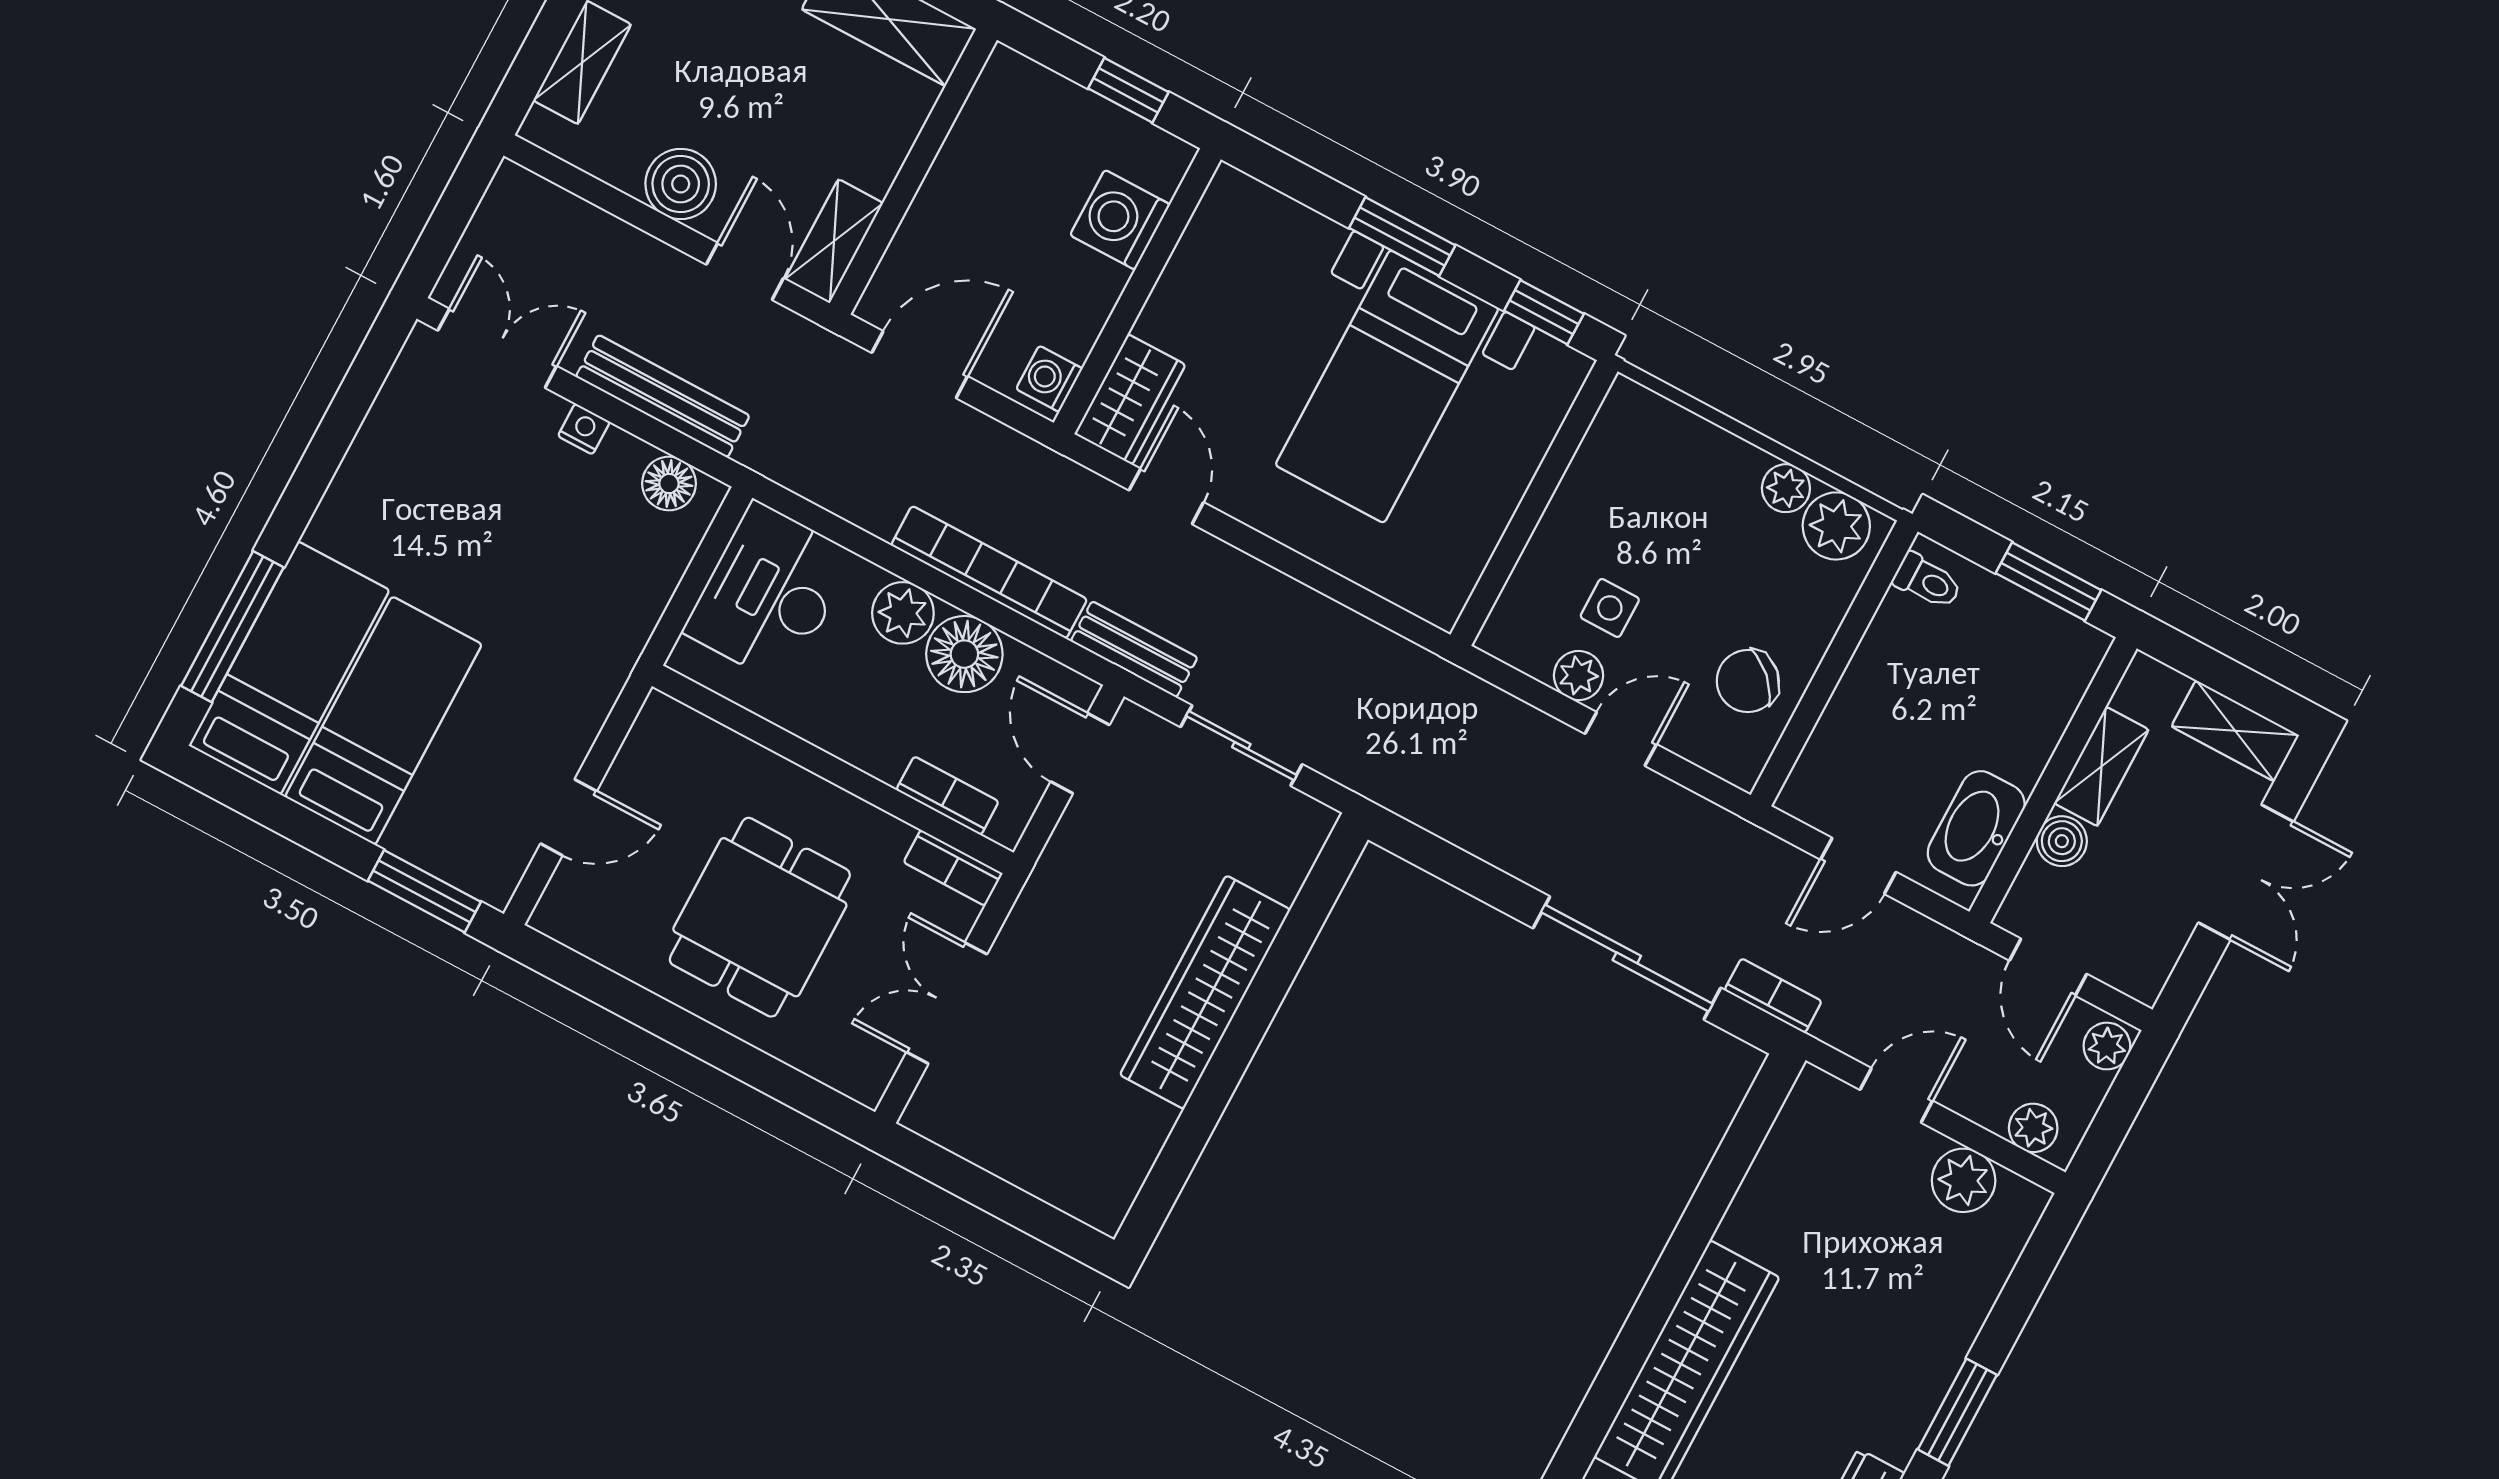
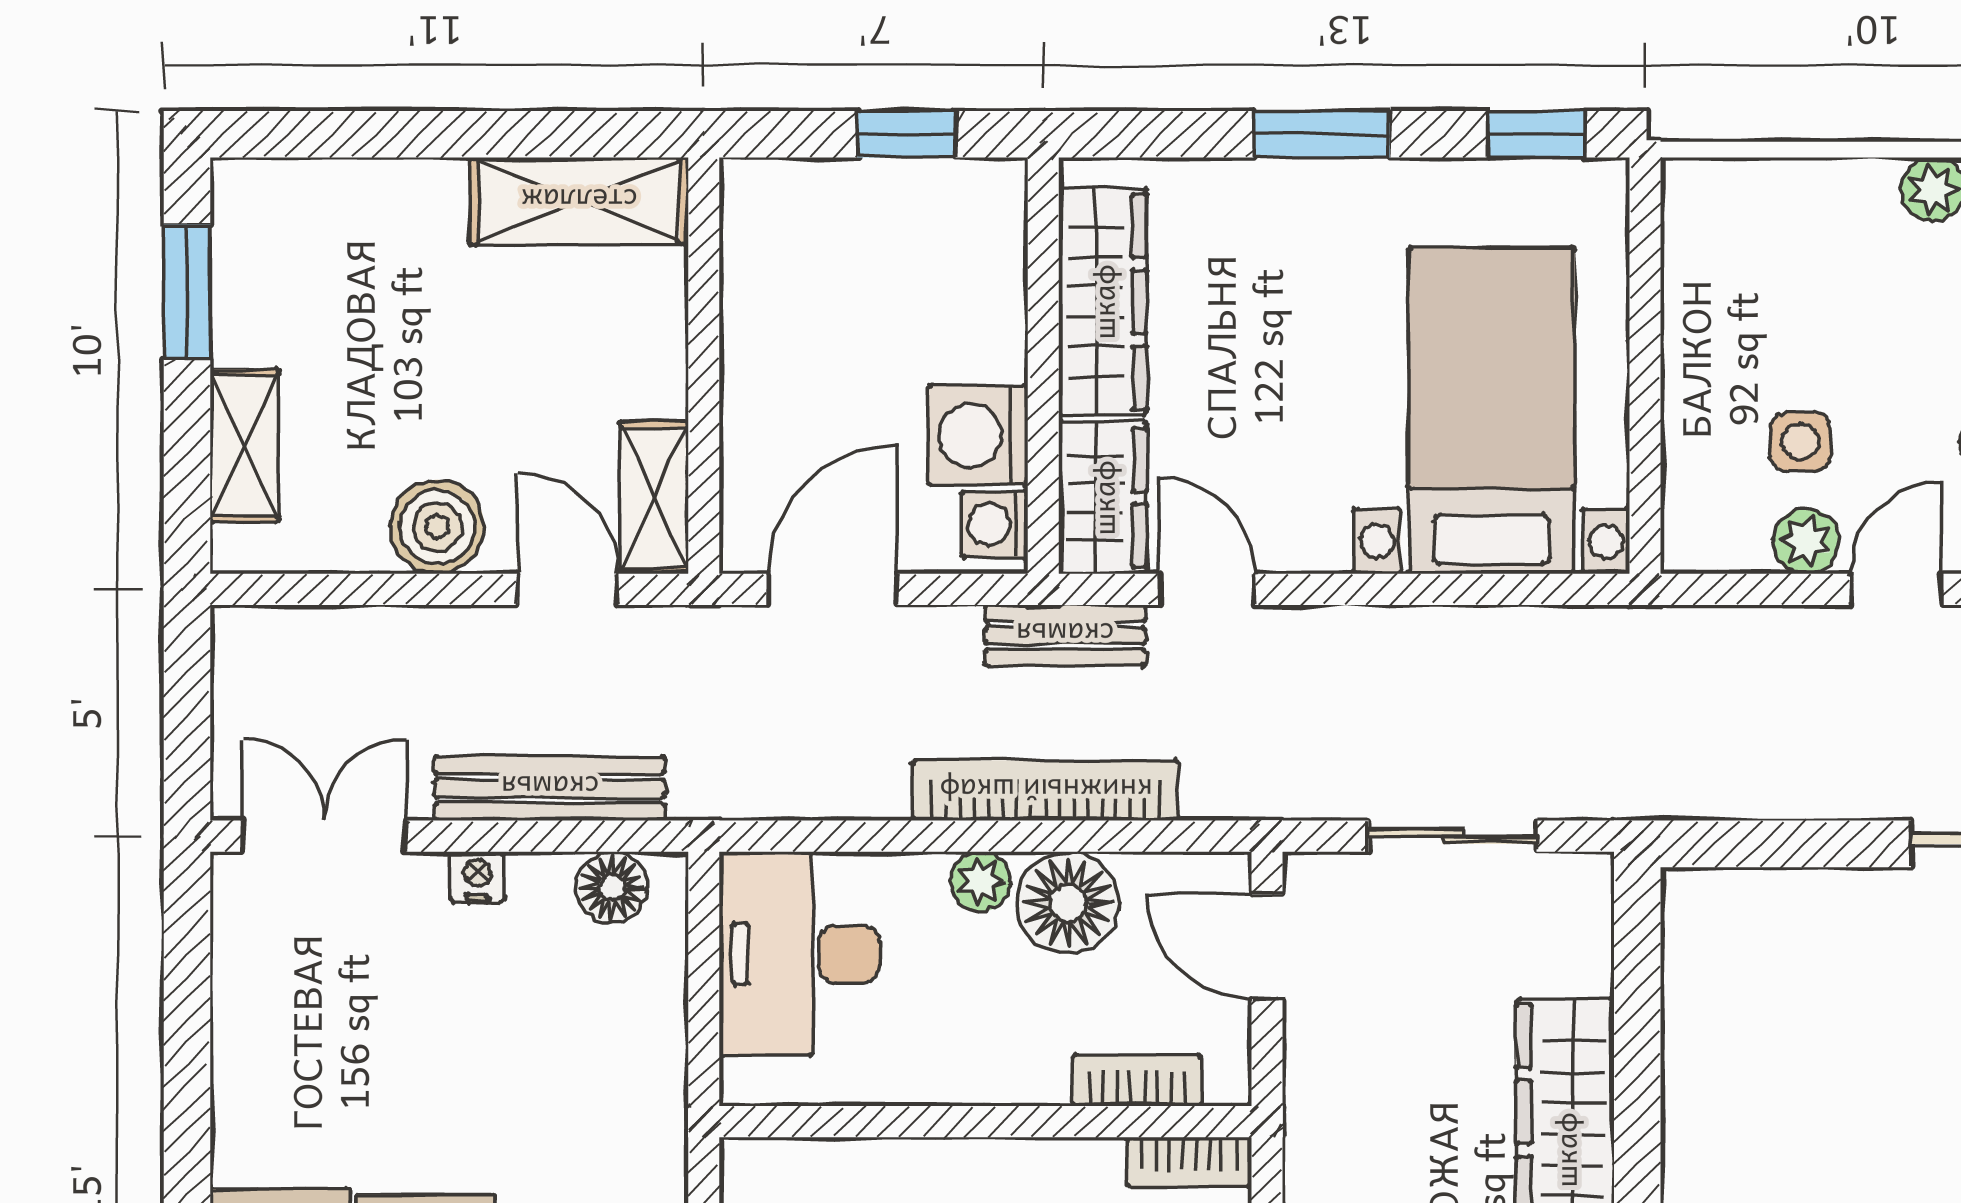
washing machine: (1120, 220) -> (978, 435), moved
wardrobe: (1199, 270) -> (1103, 302), added
bed with nightstands: (1387, 387) -> (1491, 410), moved, turned 180
plant: (903, 613) -> (981, 882), width x0.73, depth x0.73
bench: (1134, 649) -> (1065, 635), moved

